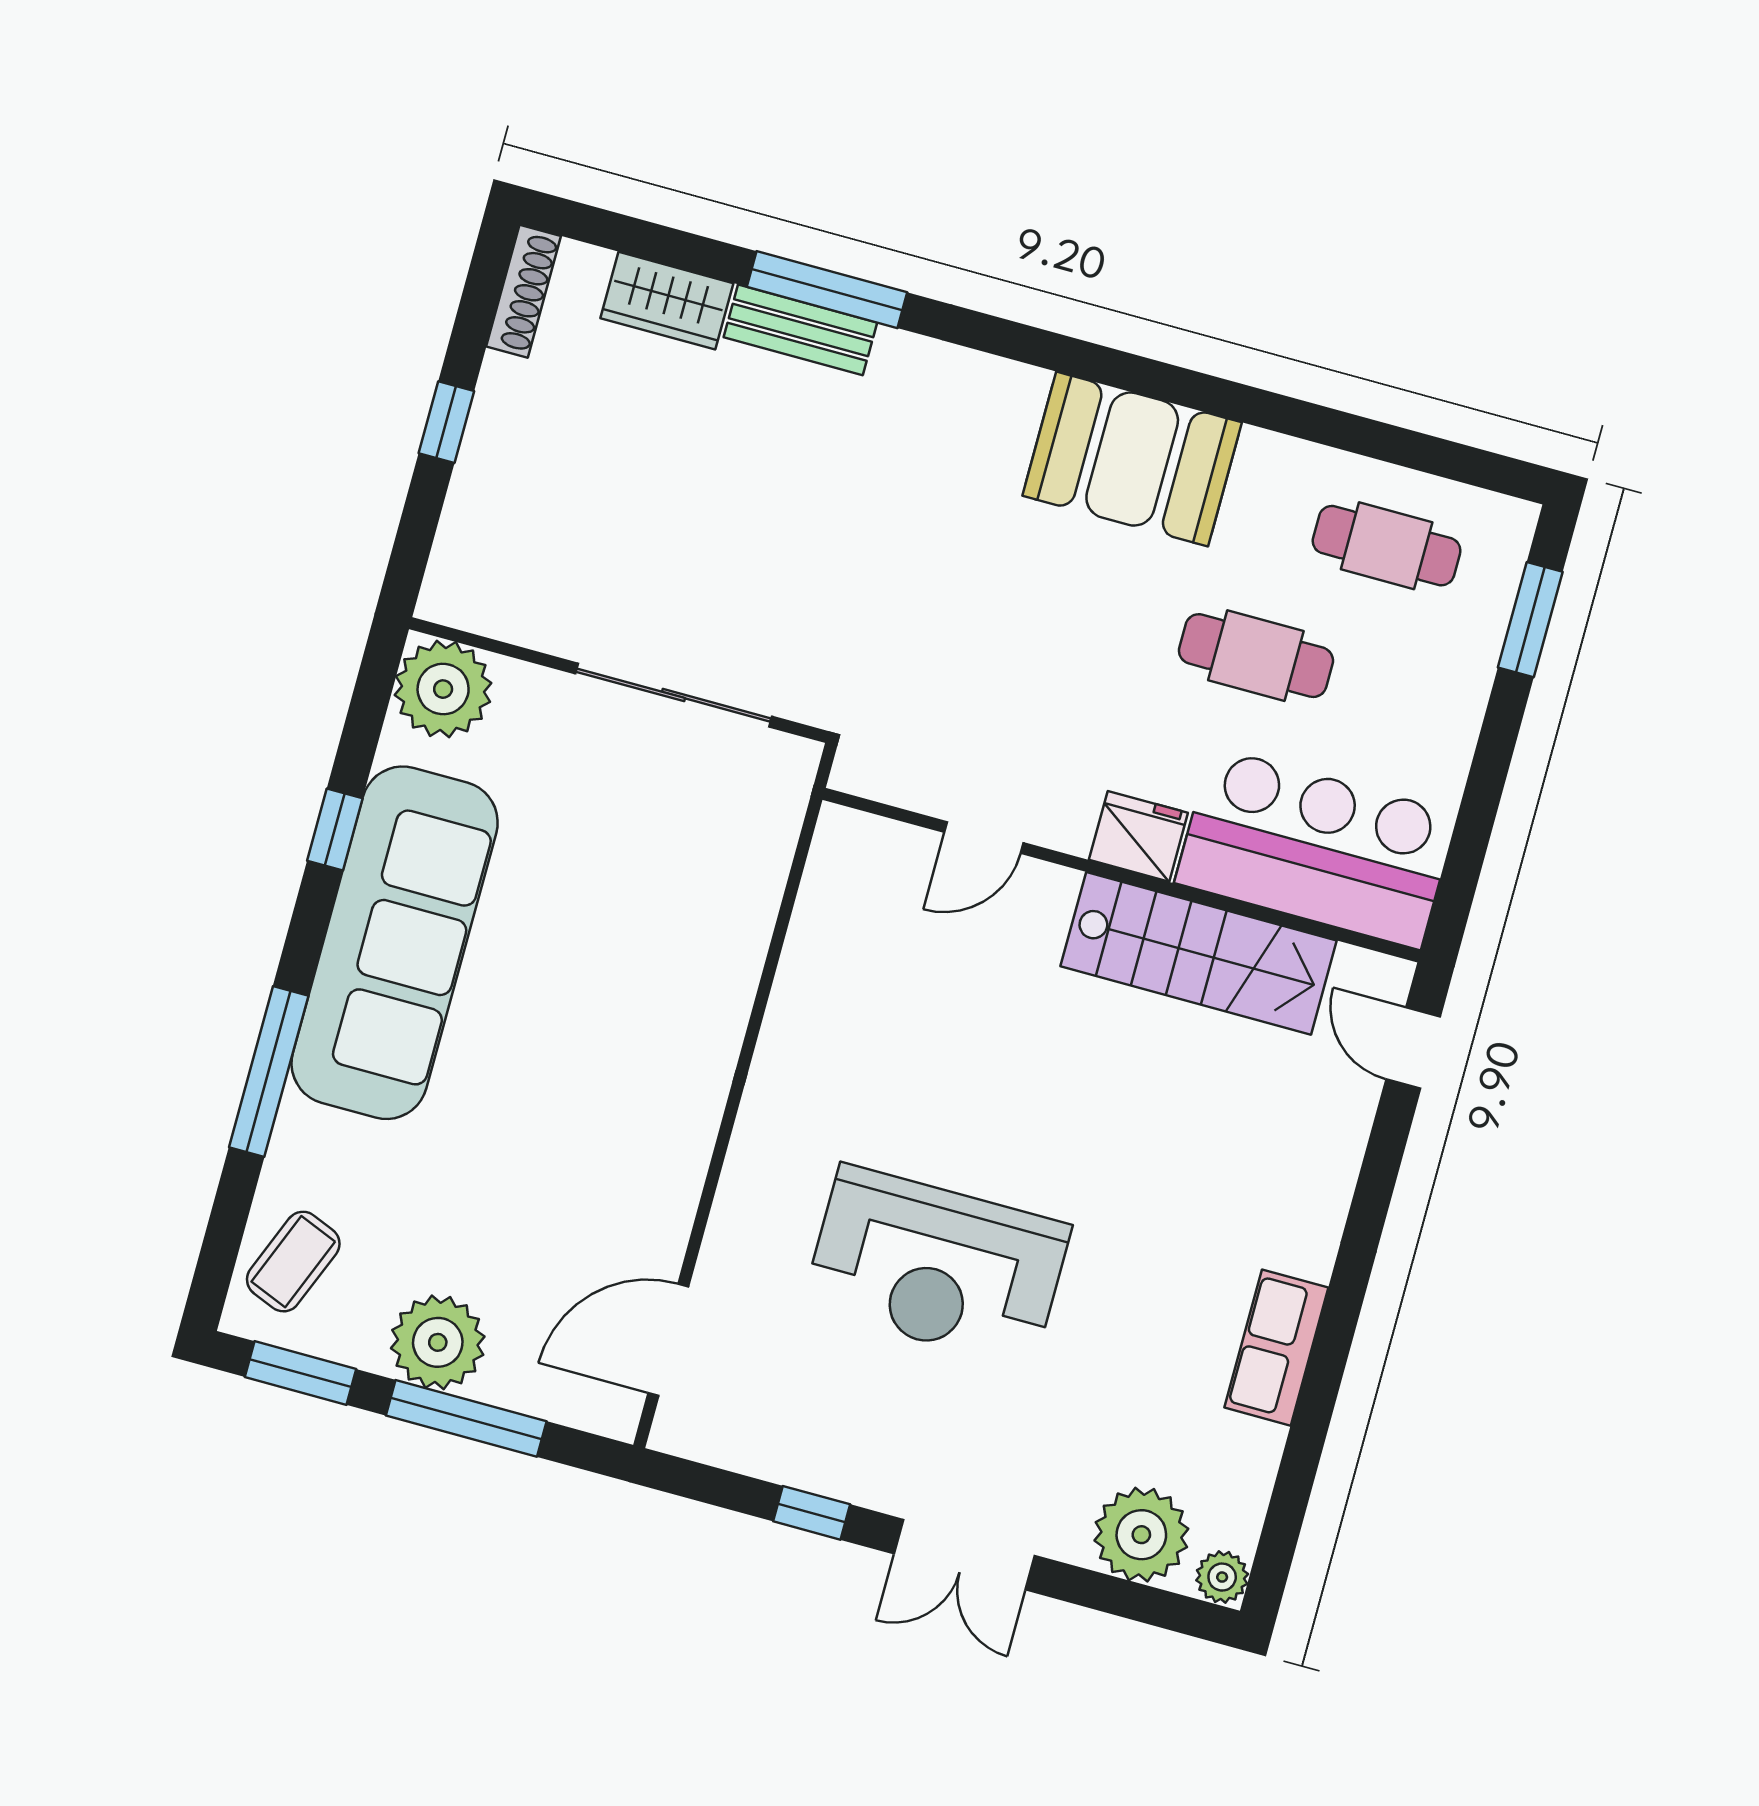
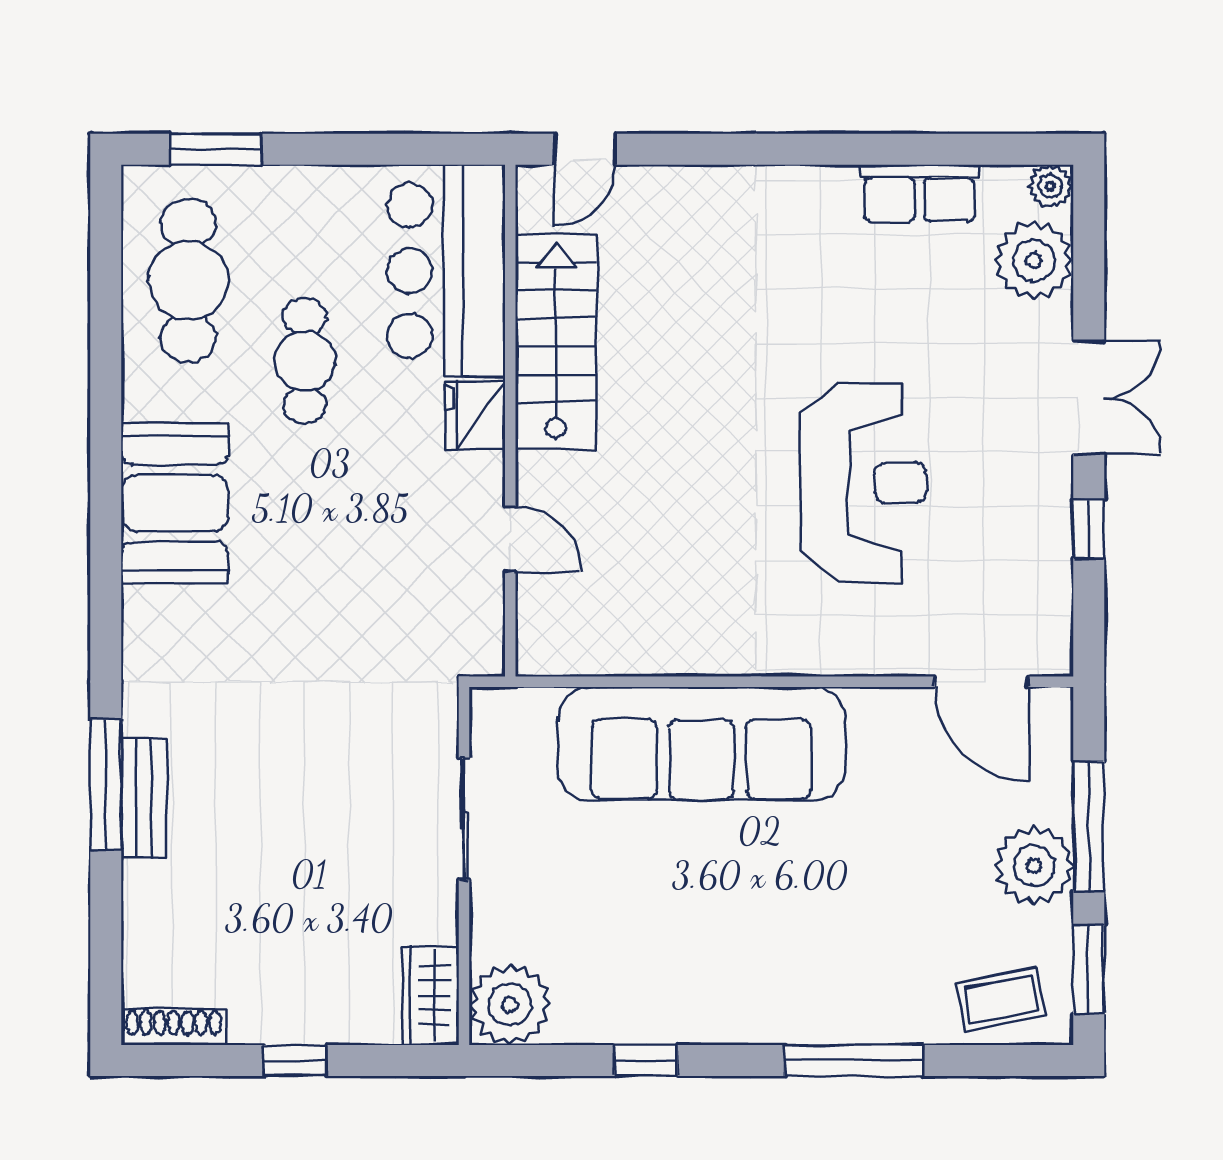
wardrobe: (667, 301) -> (430, 996), moved, turned 180
cafe table: (1387, 546) -> (188, 280), width x1.37, depth x1.35
sliding door: (673, 695) -> (464, 819), width x0.73
sofa: (395, 943) -> (701, 744), moved, turned 180
coffee table: (293, 1262) -> (1001, 999), turned -33
row of seats: (1276, 1348) -> (919, 193), moved

